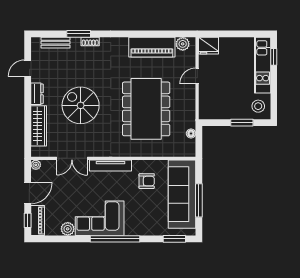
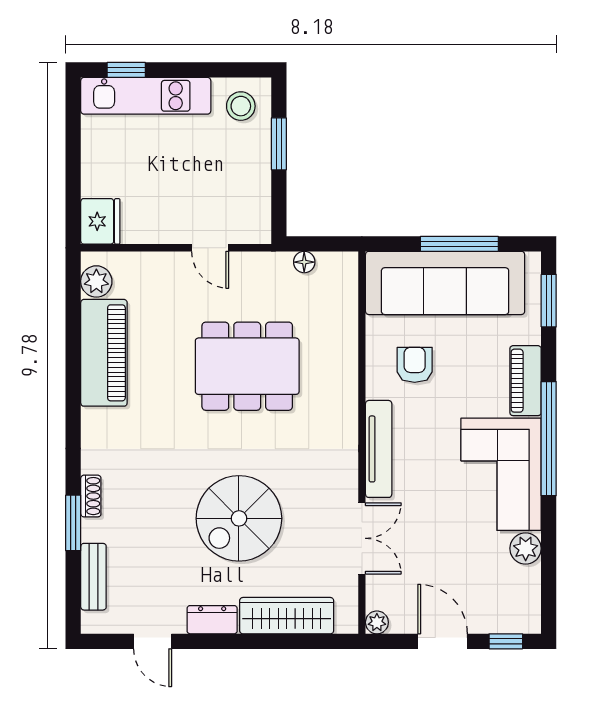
door: (197, 76) -> (210, 248), moved
dining table: (146, 109) -> (247, 366), width x0.73, depth x0.80
piano: (38, 220) -> (526, 381), moved, turned -90

